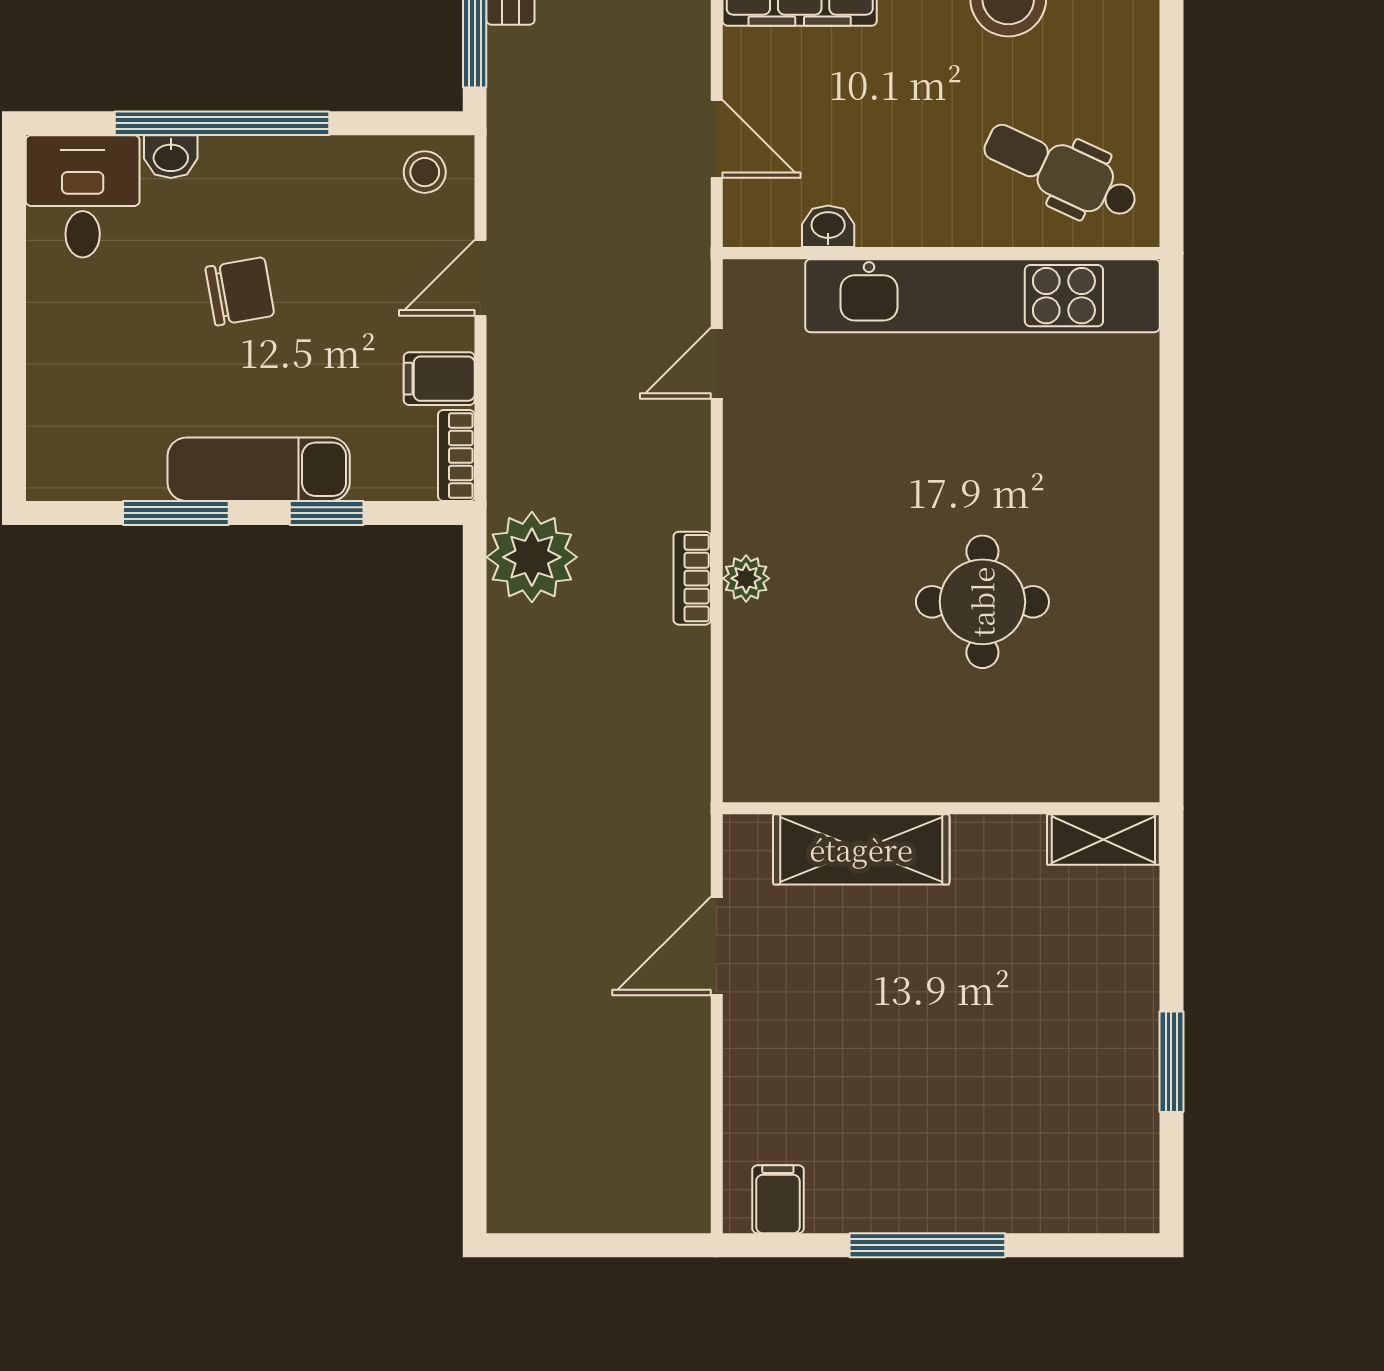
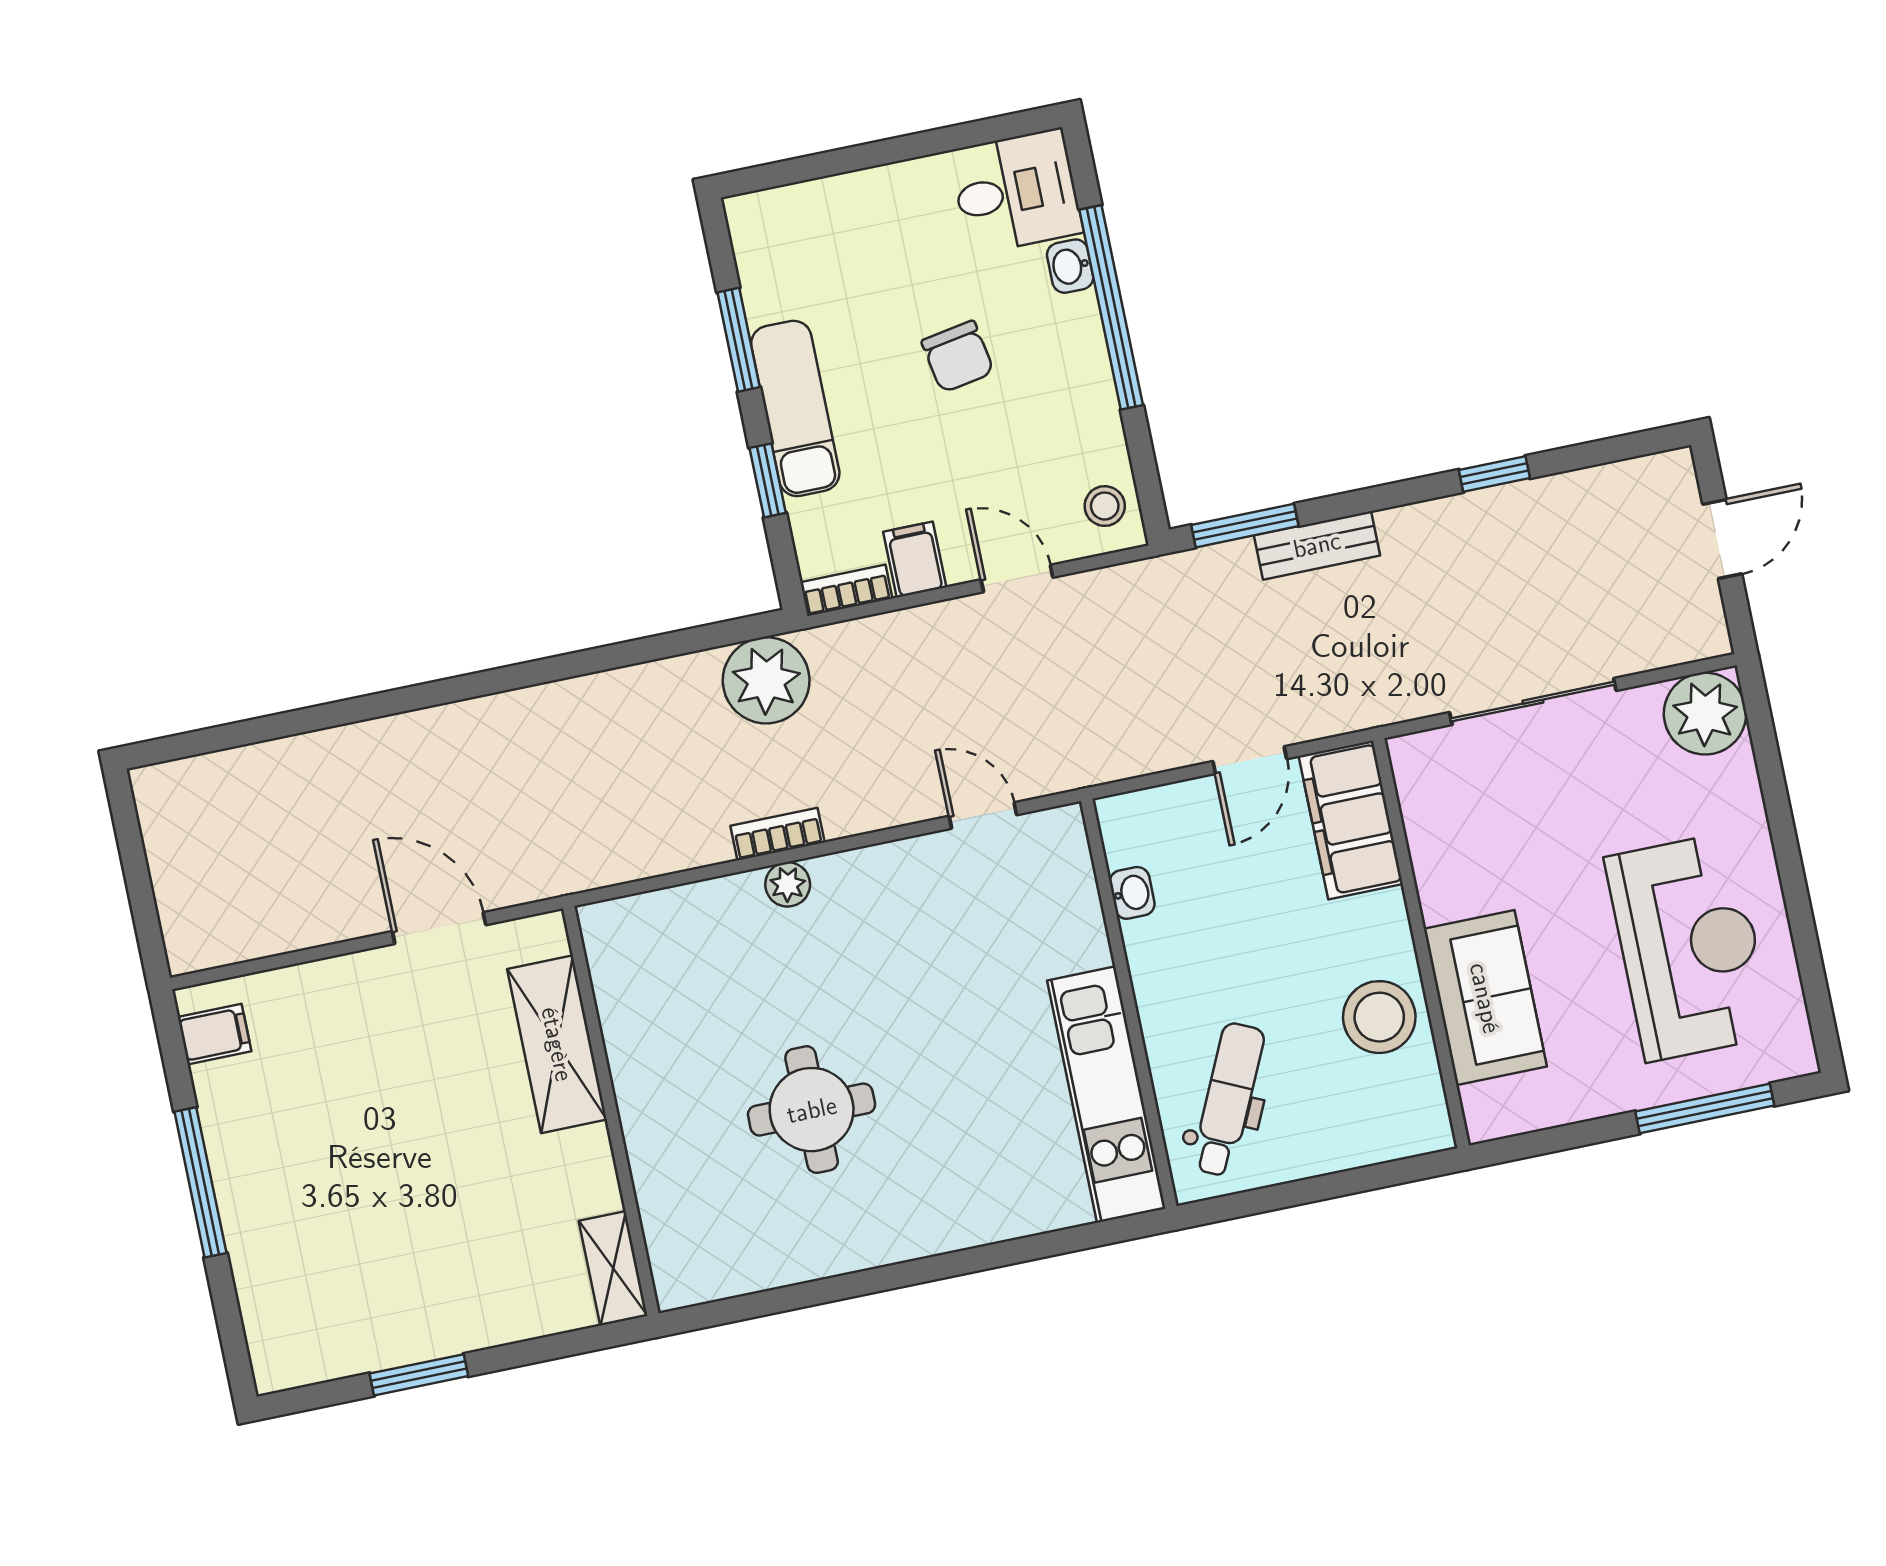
door: (717, 139) -> (1250, 760), moved
kitchen unit: (982, 296) -> (1106, 1094), width x0.73

